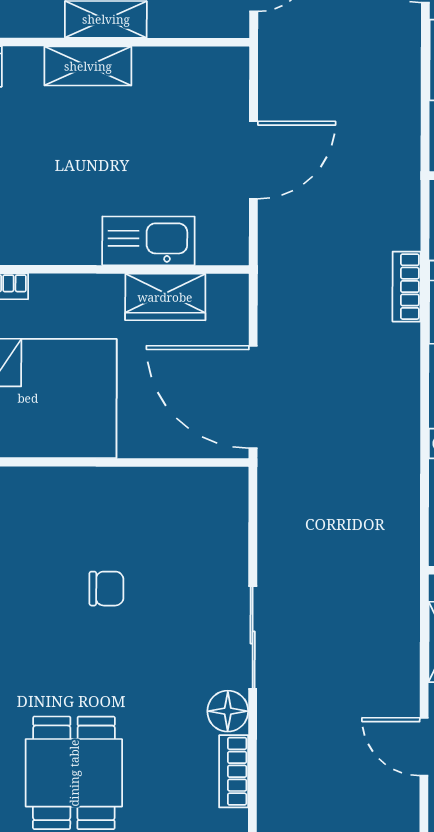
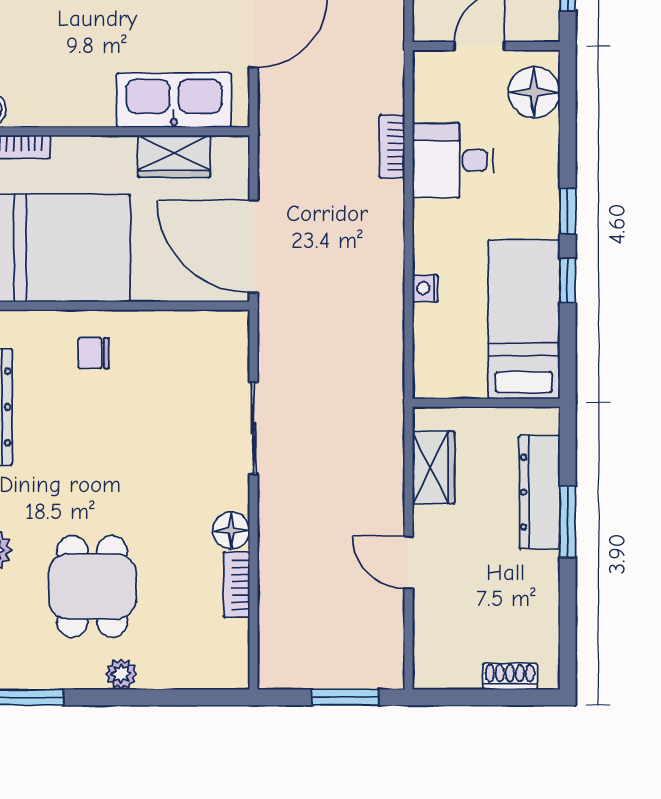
kitchen sink: (148, 241) -> (174, 100), width x1.36, depth x1.24
chair: (106, 589) -> (94, 353), moved, turned 180
sliding door: (253, 637) -> (254, 428), moved

